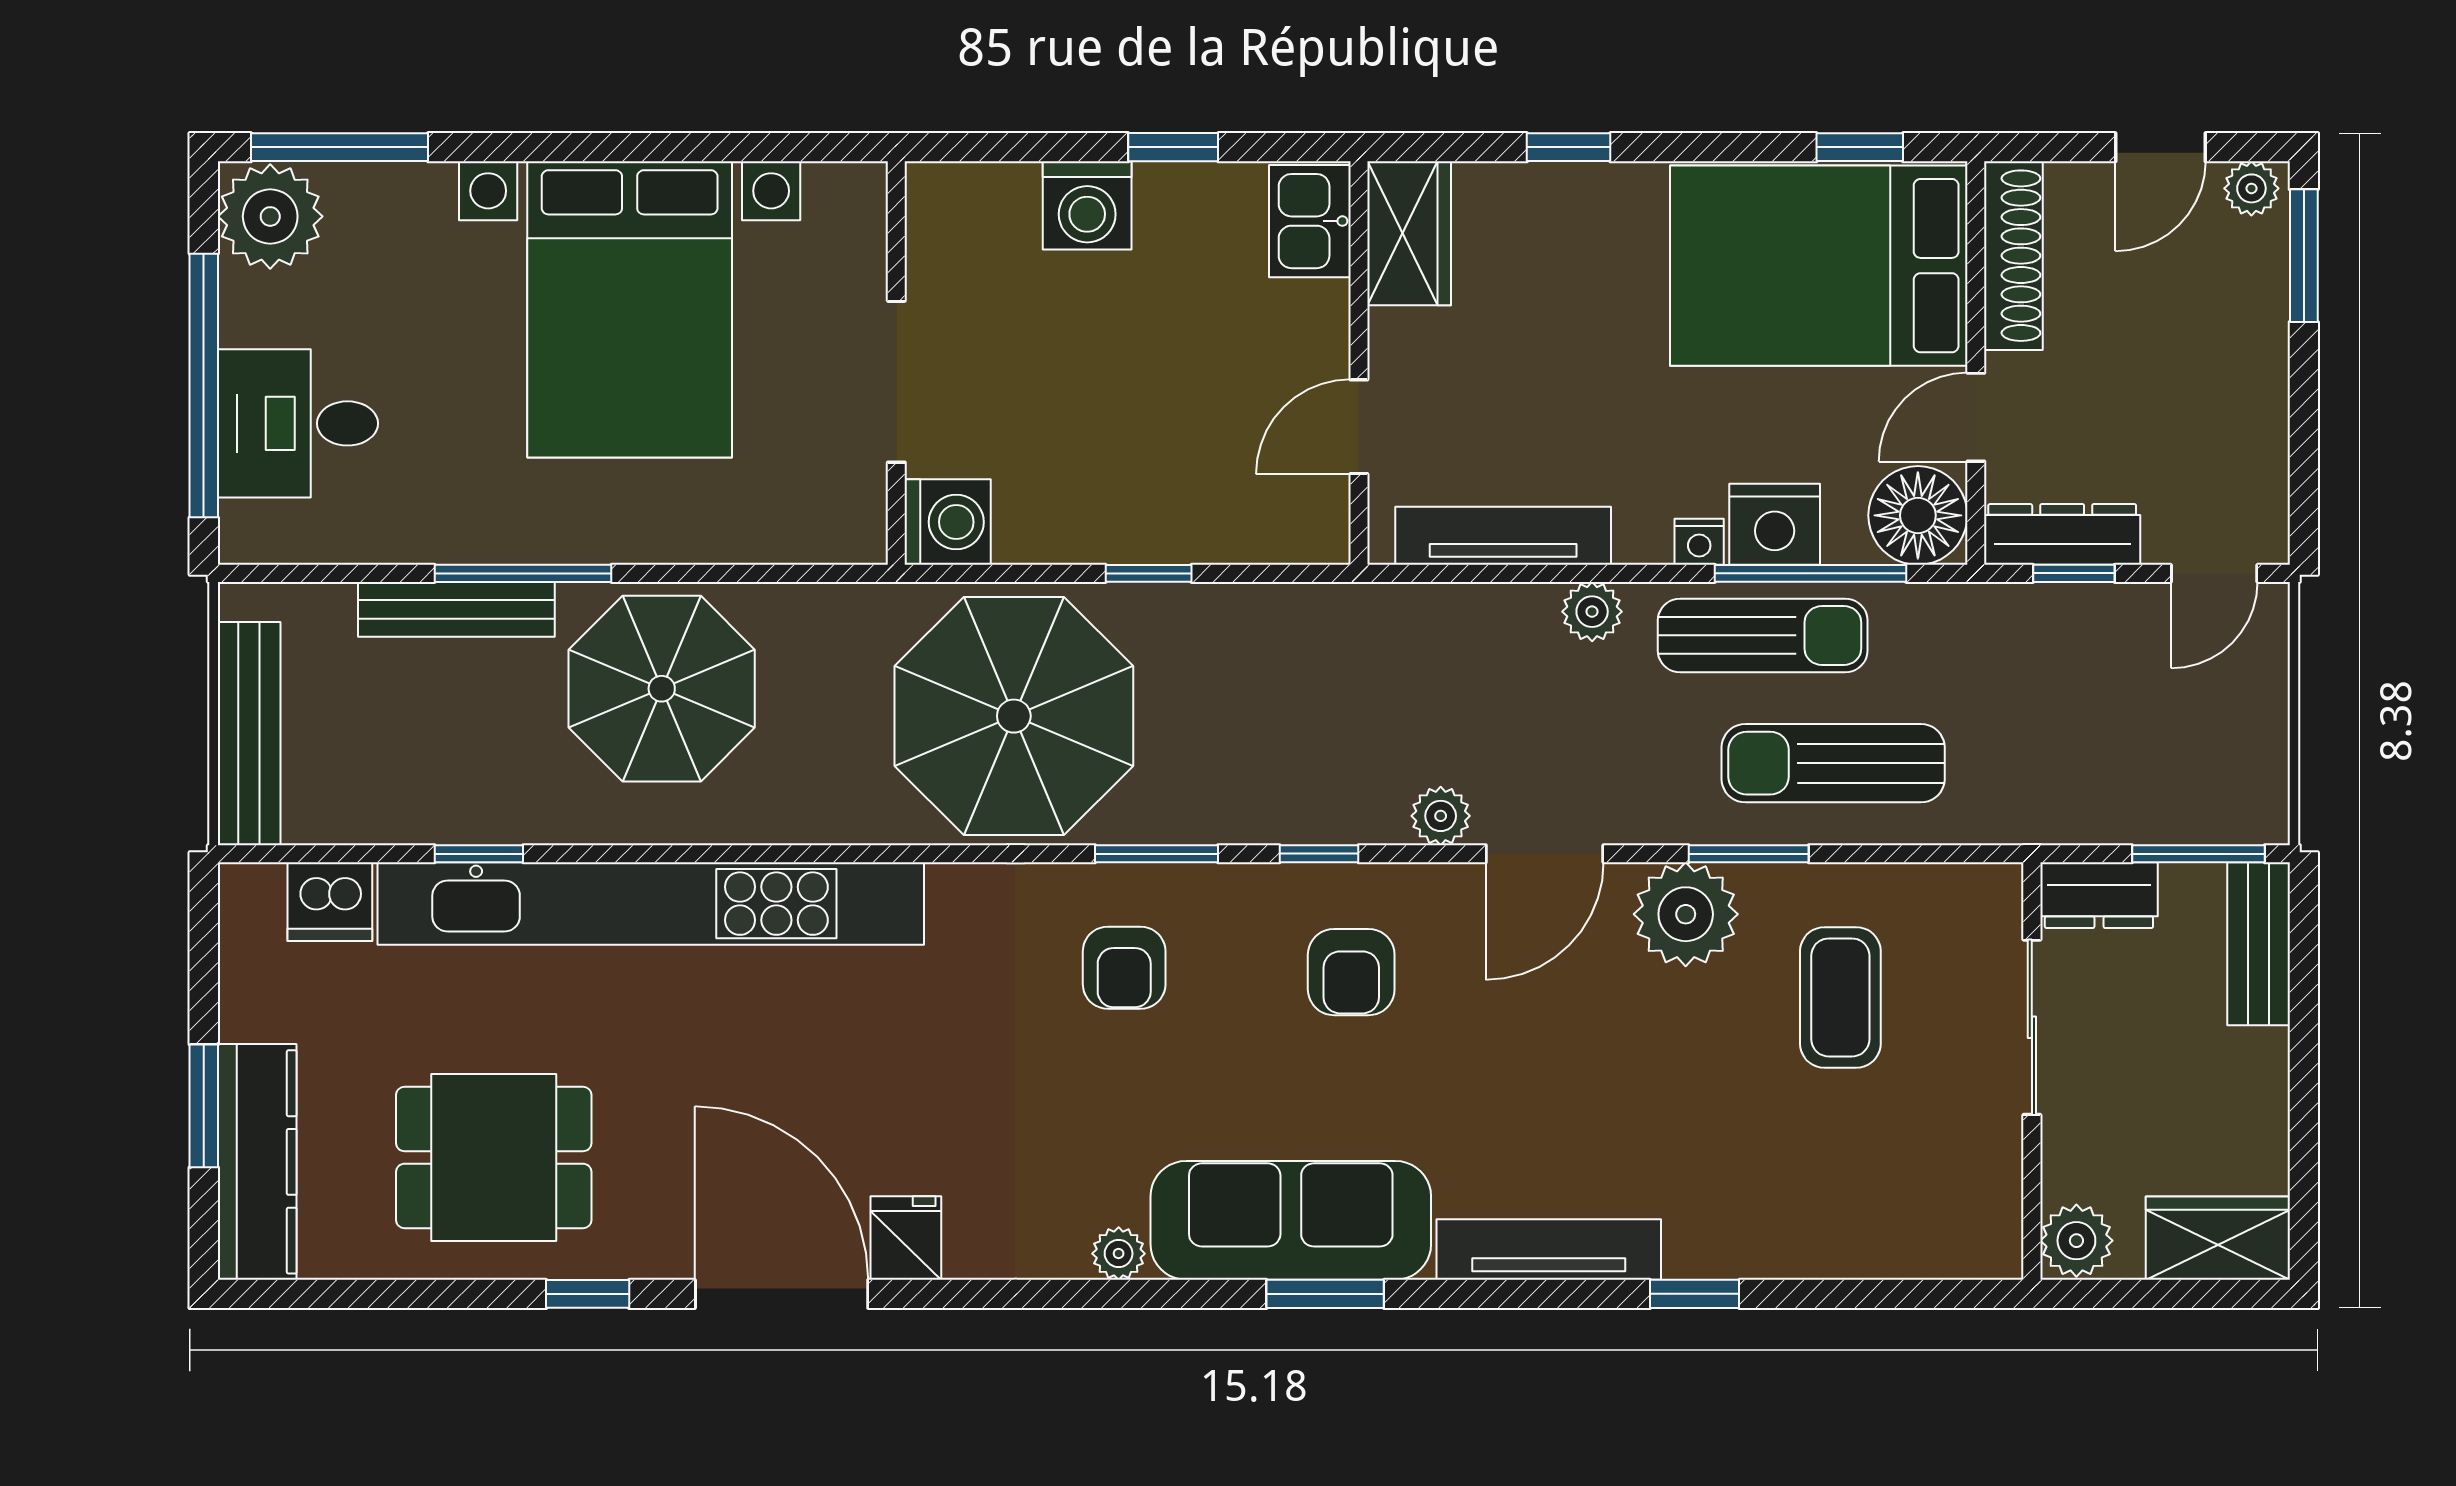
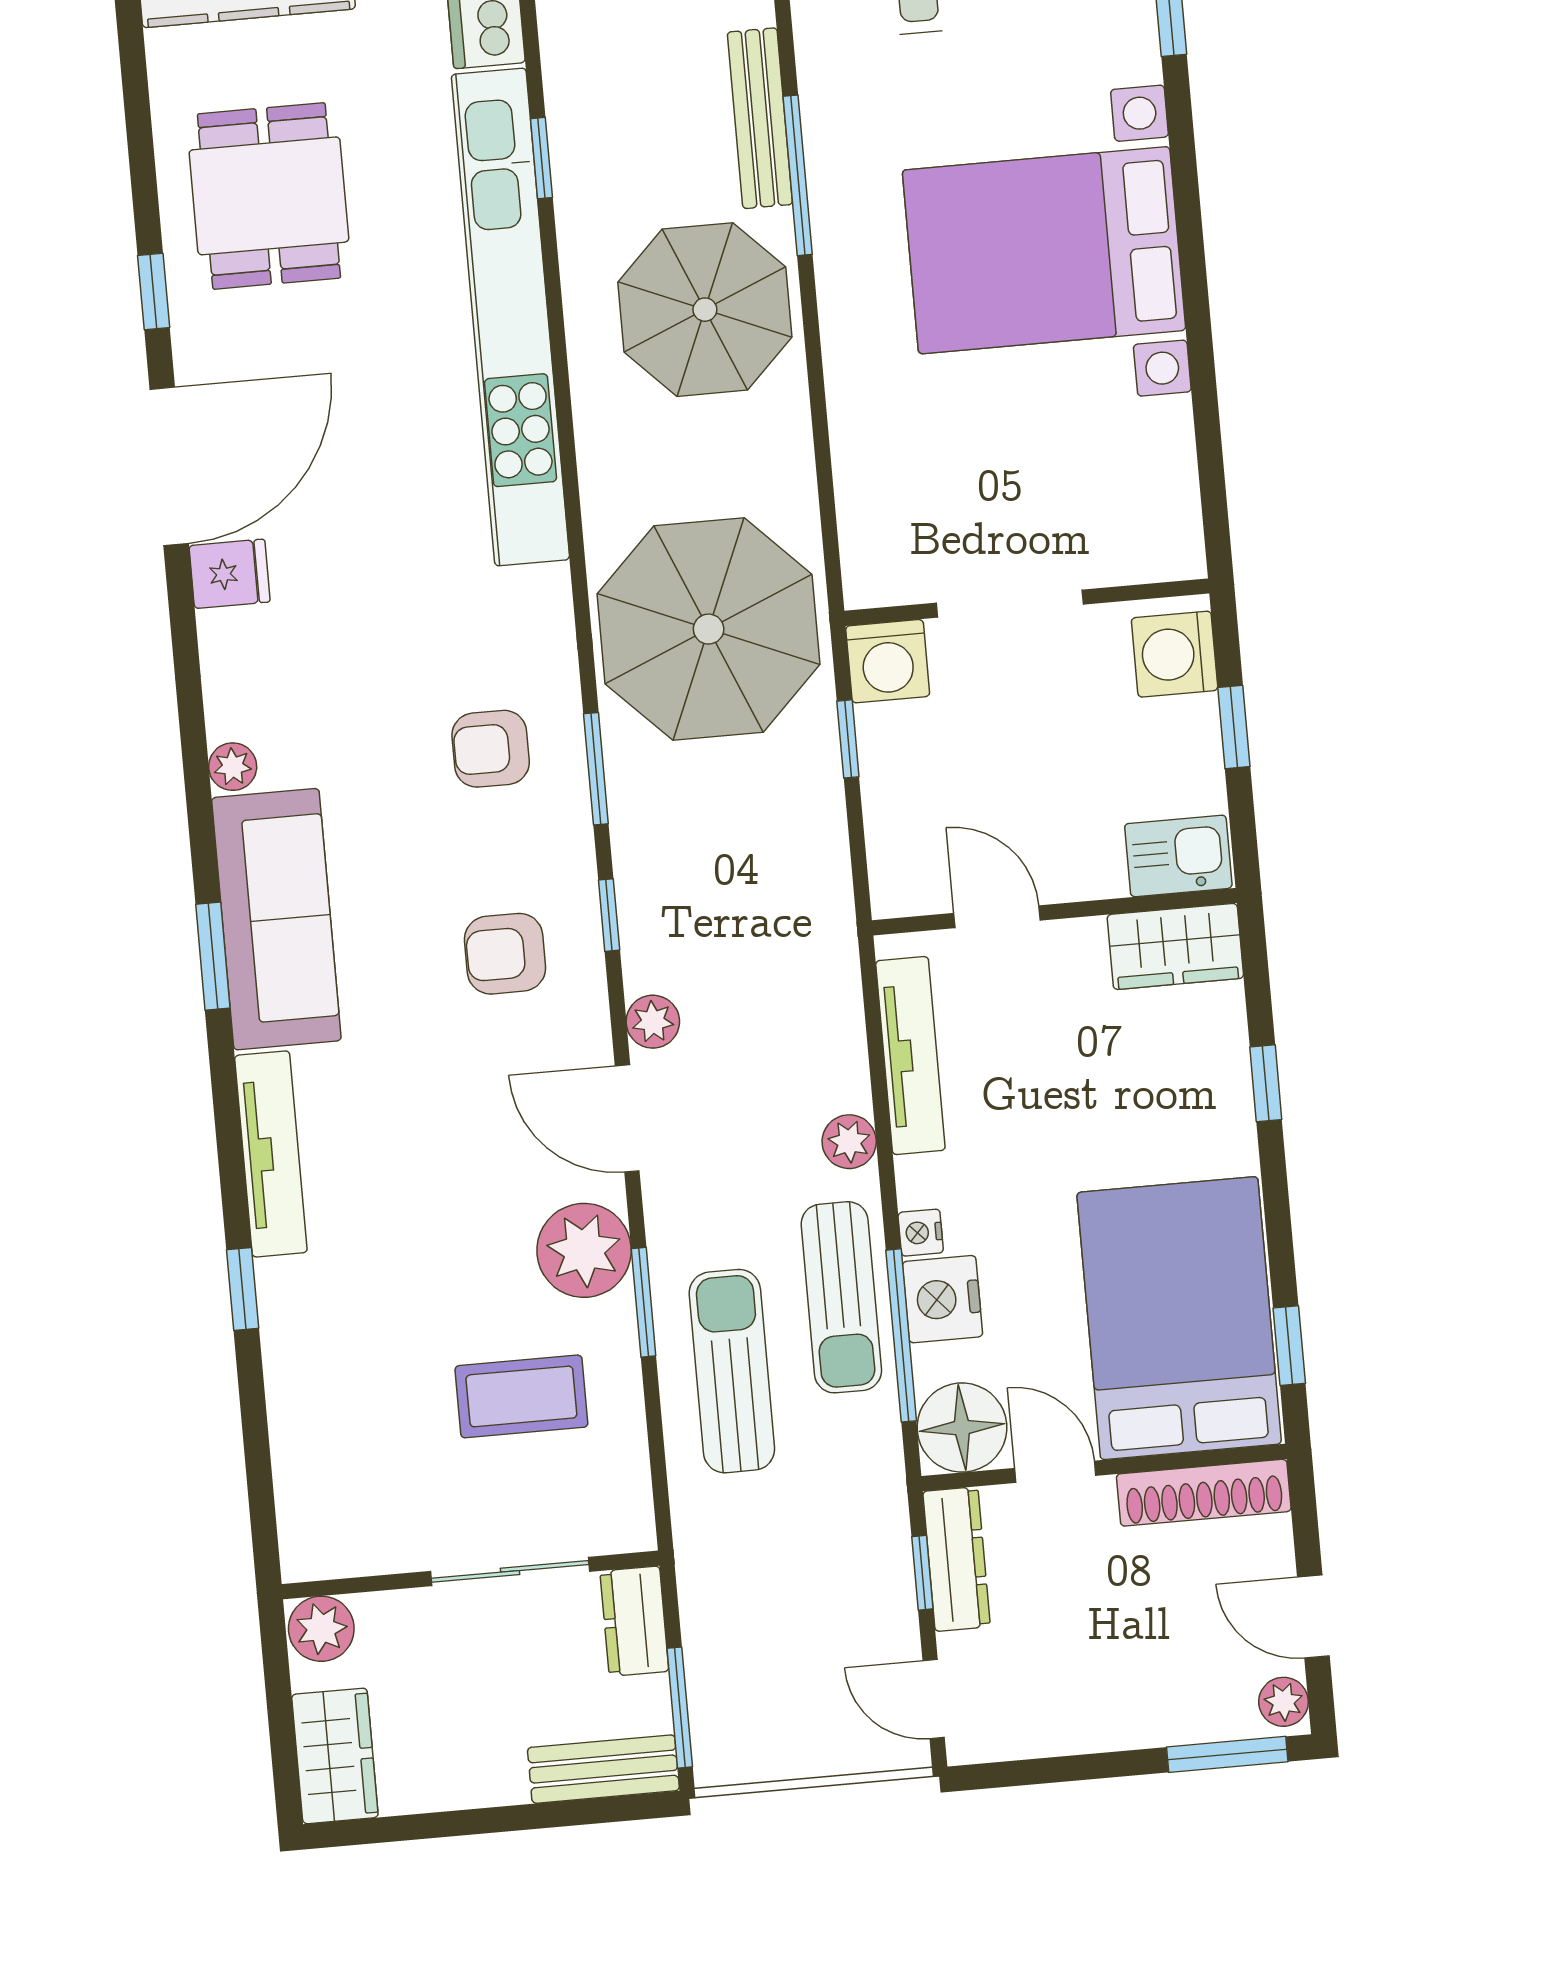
wall: (896, 363) -> (1027, 602), moved
doorway: (896, 382) -> (1010, 604), moved
washing machine: (948, 522) -> (888, 661), moved

